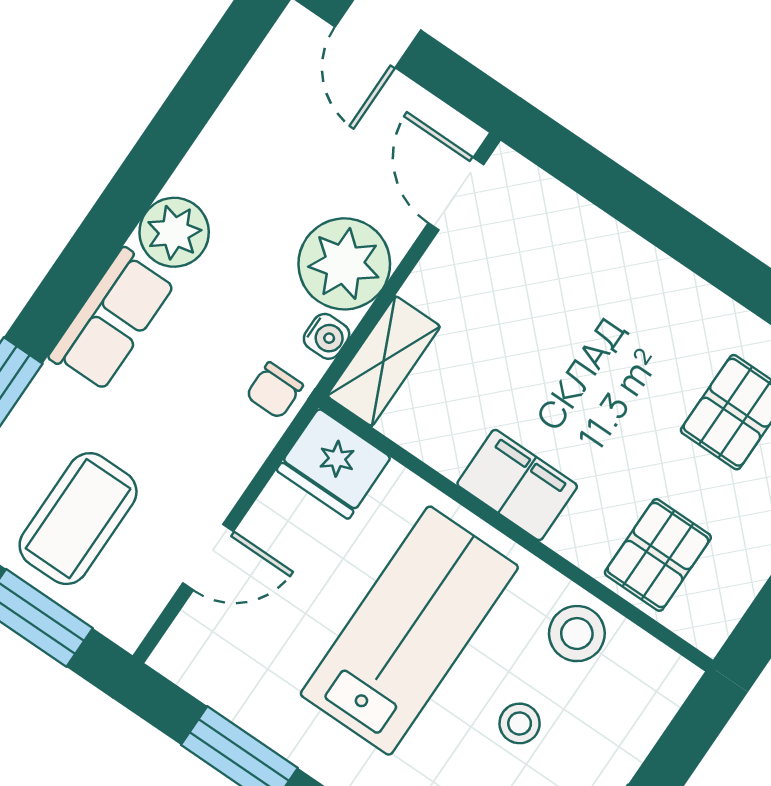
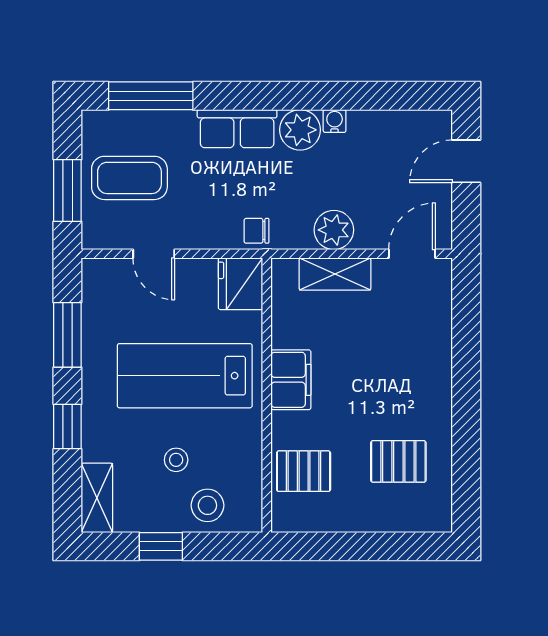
plant: (344, 264) -> (334, 230), width x0.73, depth x0.73
water cooler: (327, 336) -> (335, 121), moved, turned 180
shelving: (384, 361) -> (335, 274), moved
lab bench: (409, 631) -> (185, 376), turned 180
stool: (577, 634) -> (207, 505), moved

